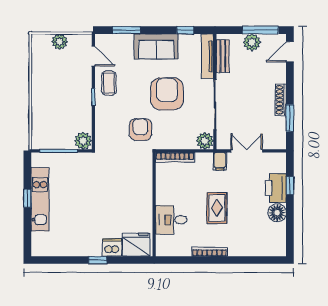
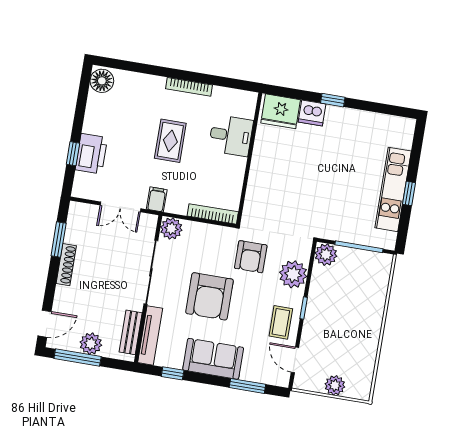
plant: (106, 121) -> (293, 274), added
floor lamp: (277, 213) -> (102, 81), moved

